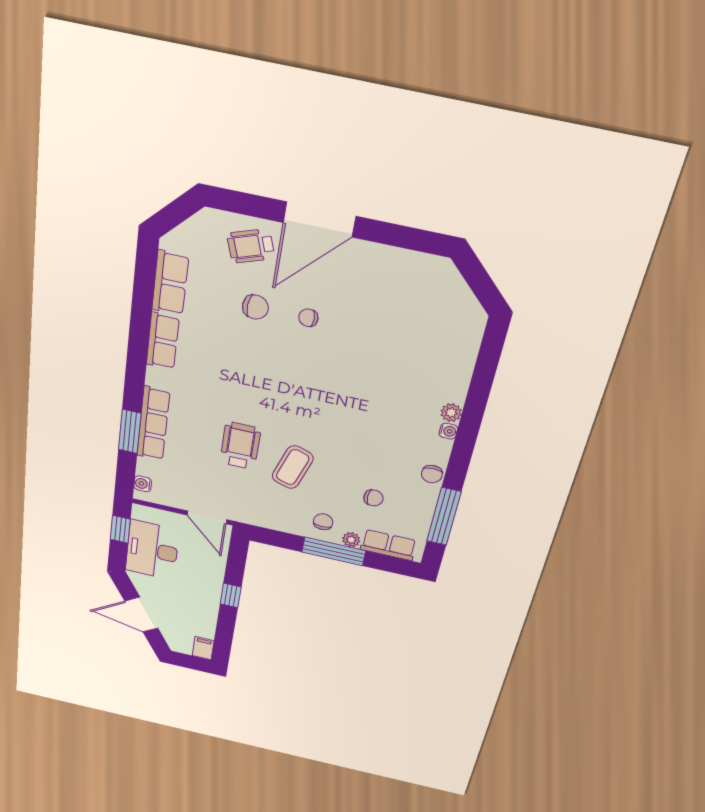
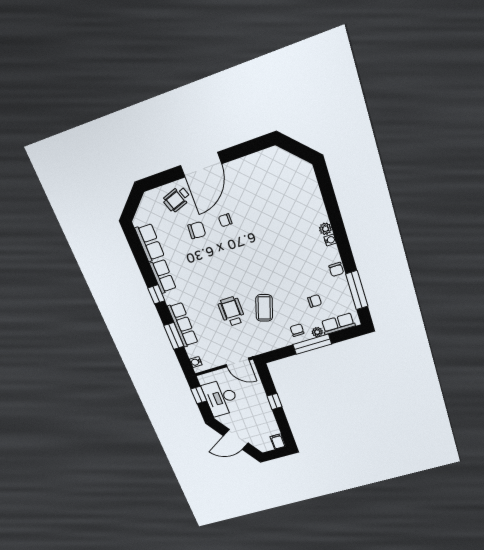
window: (137, 360) -> (156, 294), added

